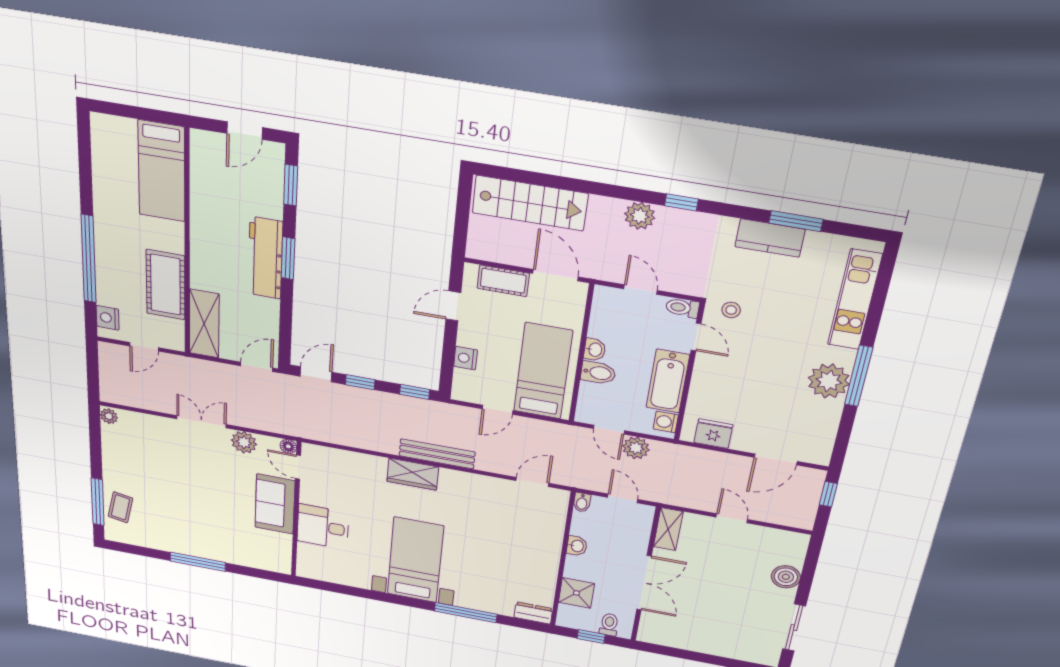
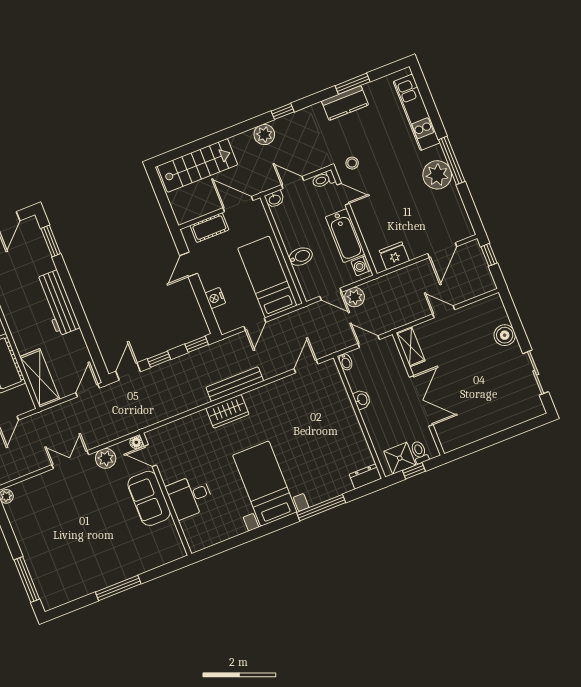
window: (288, 258) -> (72, 294), removed
washbasin: (595, 350) -> (275, 199), moved, turned 90
coffee table: (120, 507) -> (45, 574), removed
shower: (576, 593) -> (400, 458), moved

